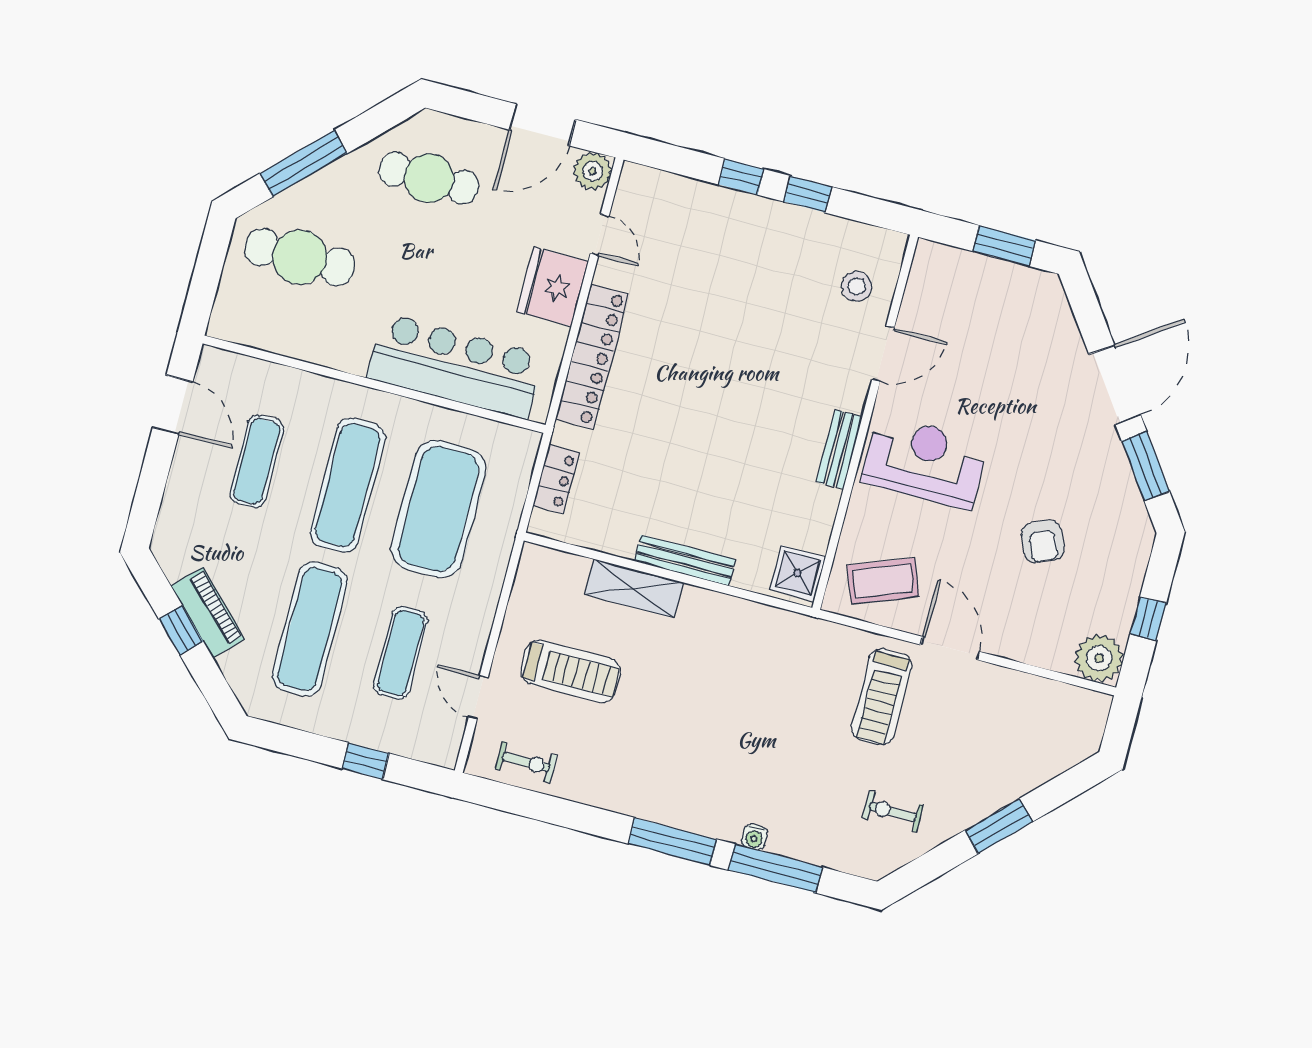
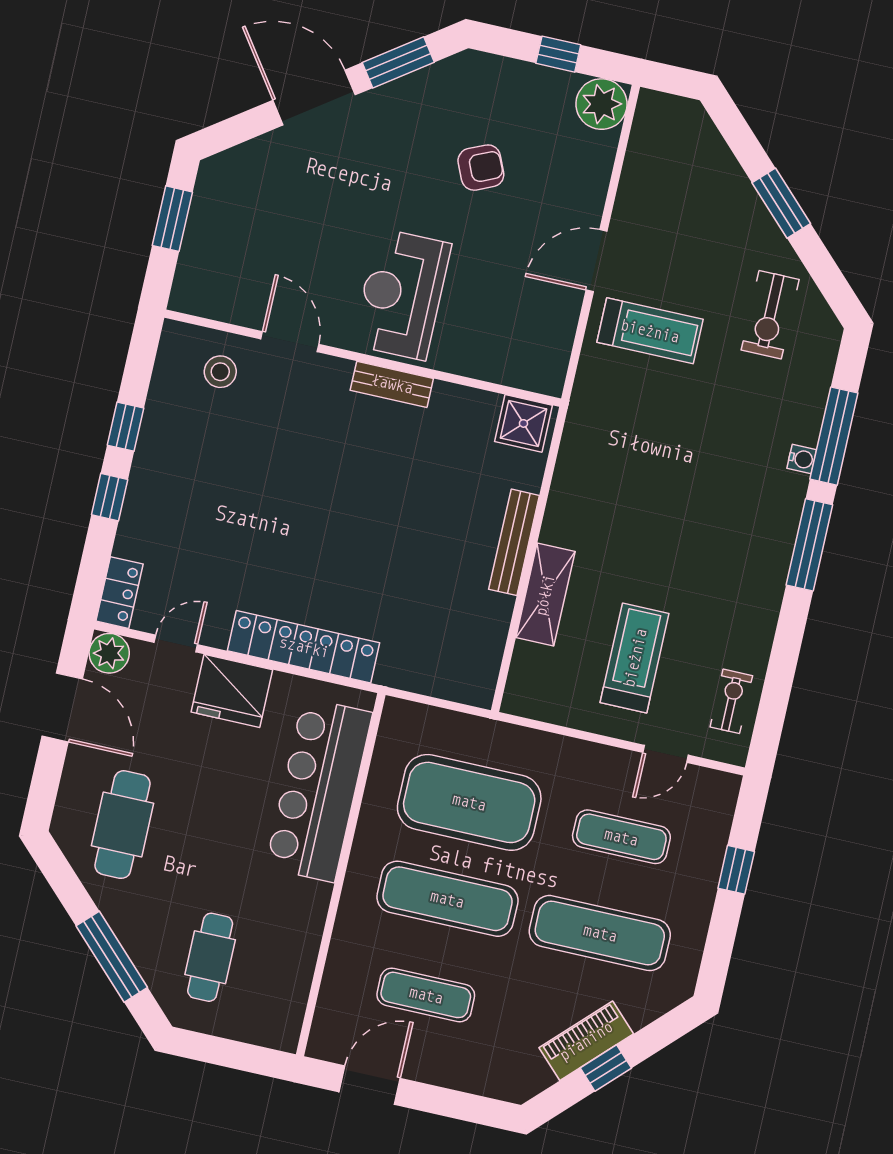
cafe table: (300, 257) -> (210, 957), width x0.73, depth x0.74
locker: (556, 479) -> (120, 593), moved, turned 90
coffee table: (883, 581) -> (528, 334), removed
exercise bike: (893, 812) -> (770, 315), width x1.38, depth x1.39

